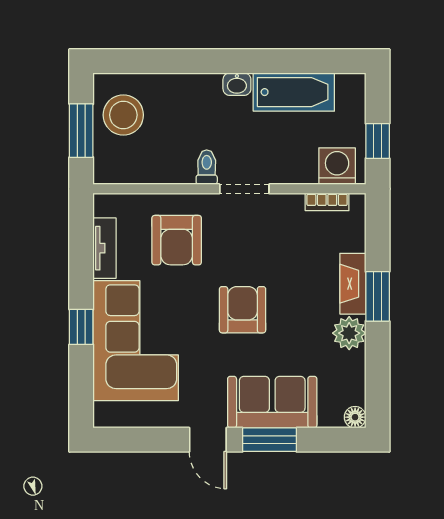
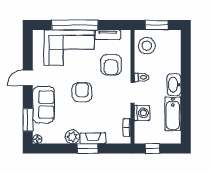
washbasin: (237, 84) -> (174, 85), width x1.91, depth x1.45
stool: (123, 115) -> (147, 46), moved
washing machine: (337, 166) -> (142, 113), moved
armchair: (177, 240) -> (111, 65), turned -90
armchair: (243, 310) -> (82, 92), turned -90
window: (81, 327) -> (75, 25), width x3.17
window: (270, 440) -> (28, 120), moved

